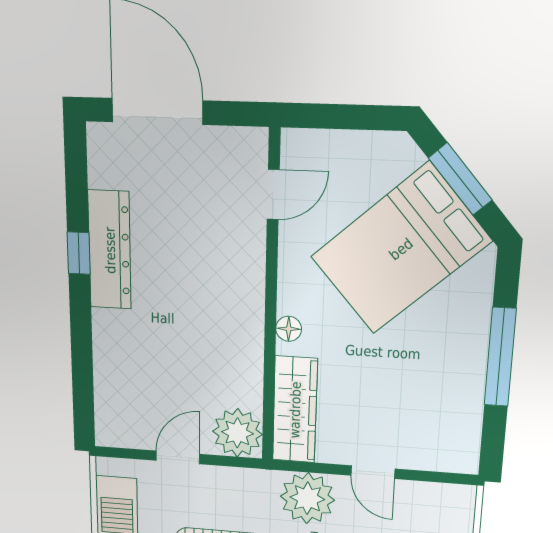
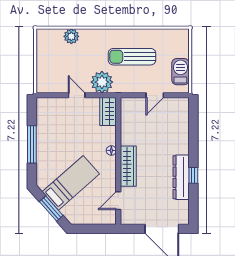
bed: (401, 249) -> (71, 183), width x0.67
wardrobe: (245, 286) -> (128, 166), added
wardrobe: (295, 410) -> (108, 111), width x0.67
plant: (237, 433) -> (131, 107), removed

